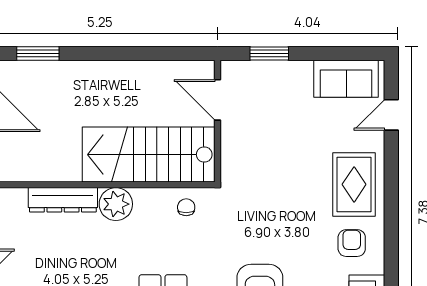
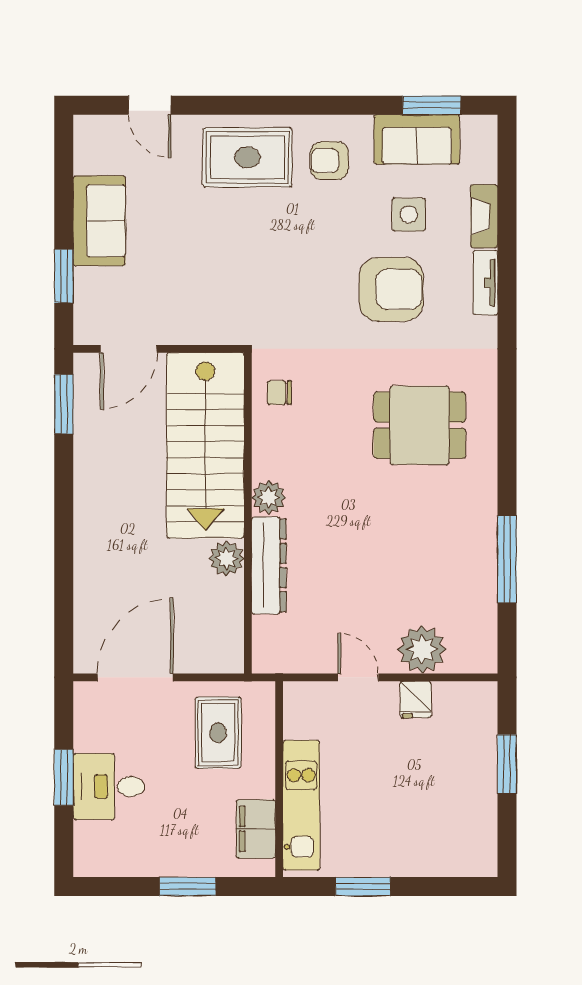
window: (38, 54) -> (64, 404), moved
sofa: (346, 79) -> (99, 221), moved
plant: (68, 170) -> (227, 558), added
plant: (116, 204) -> (269, 497), width x0.73, depth x0.73

